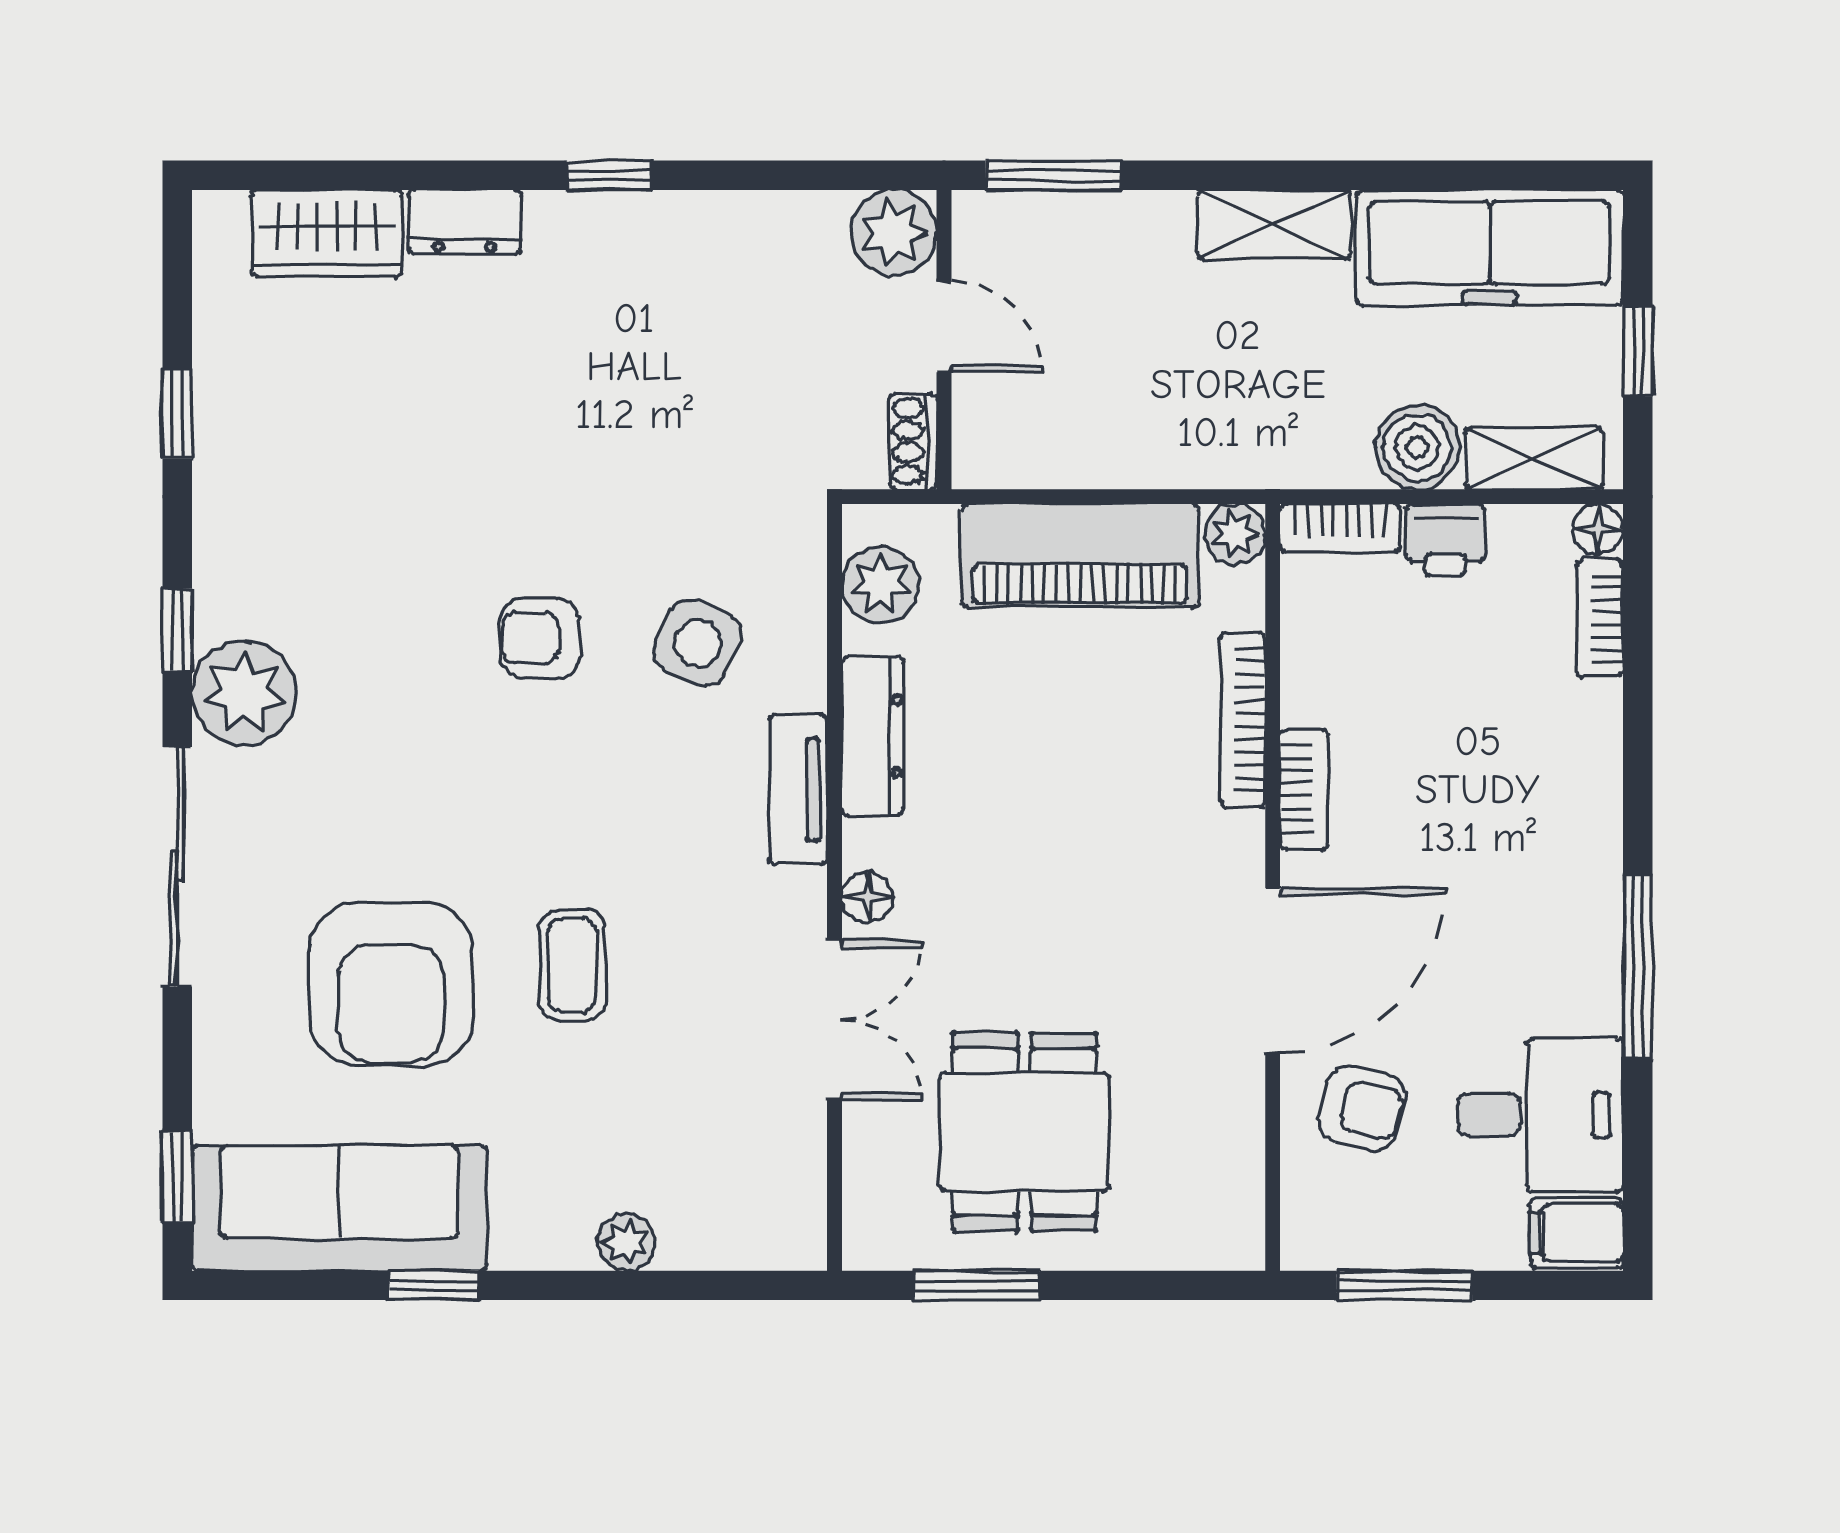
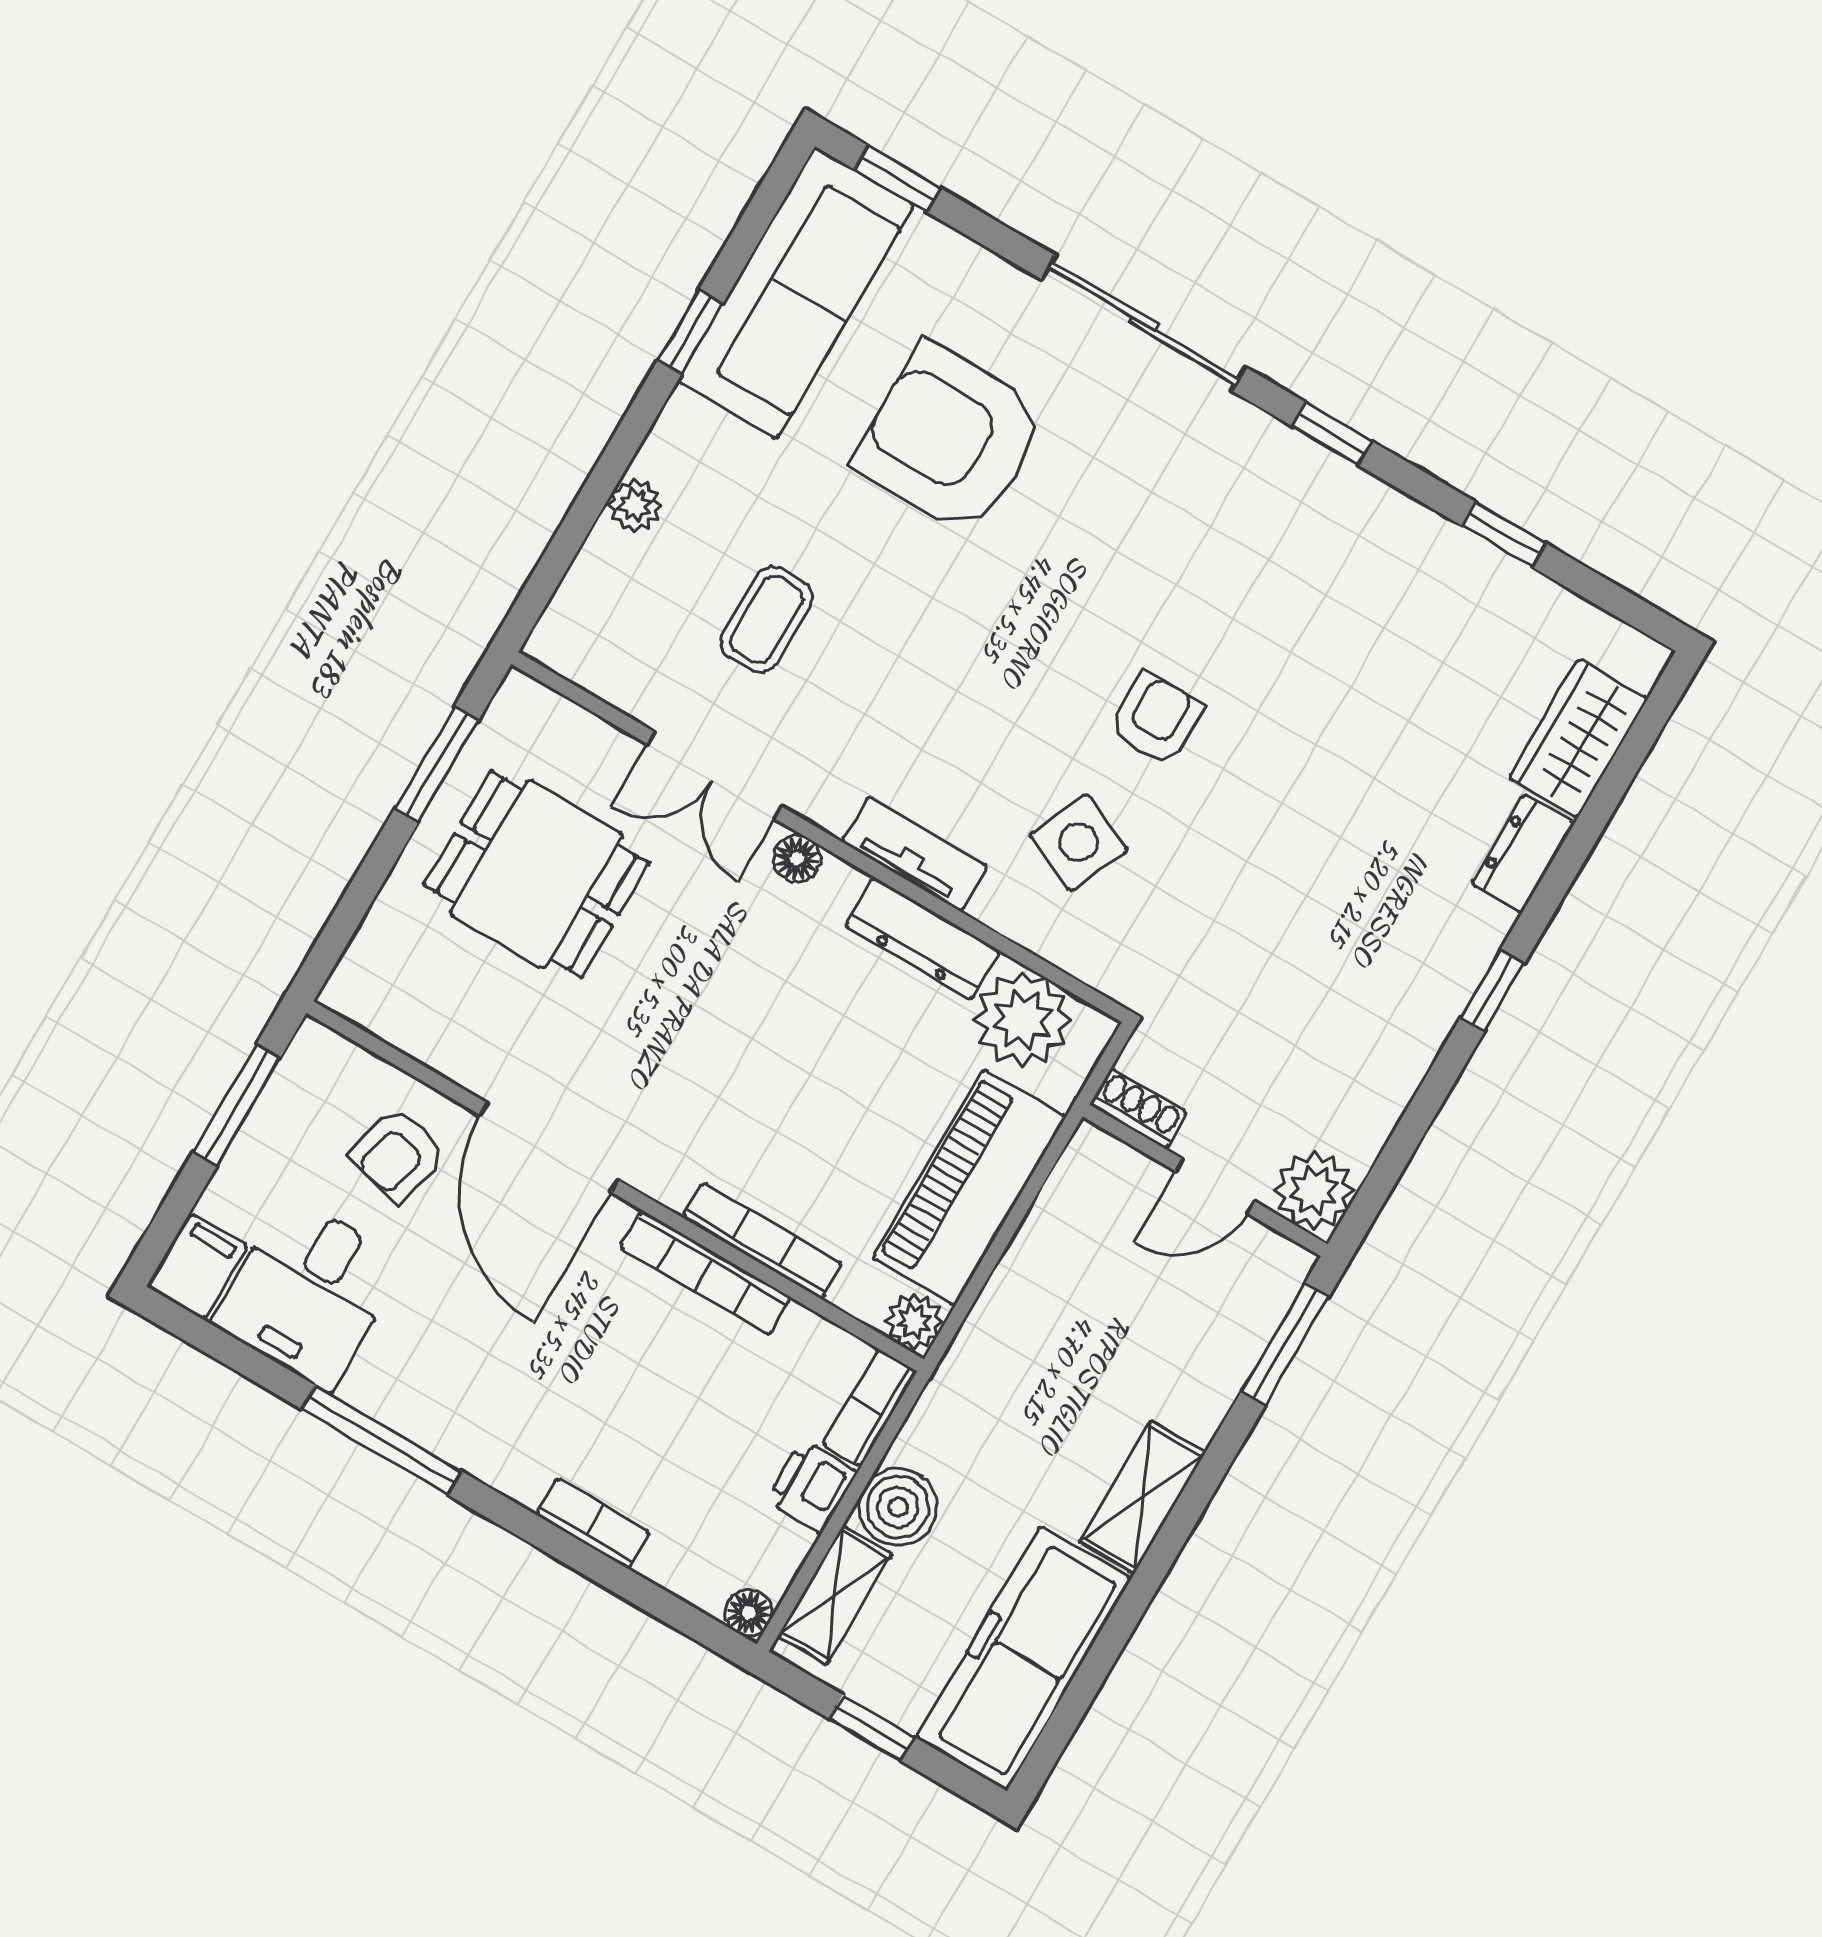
plant: (880, 585) -> (1022, 1020), width x1.36, depth x1.36
bookcase: (1600, 619) -> (593, 1523), moved
plant: (244, 693) -> (1251, 458), removed
bookcase: (1304, 789) -> (705, 1273), width x1.56
coffee table: (572, 965) -> (767, 620), moved, turned 90

